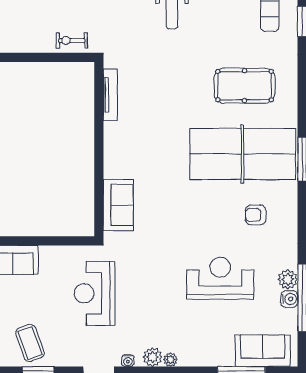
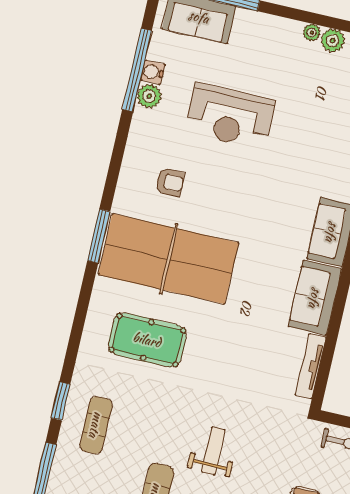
sofa: (119, 150) -> (315, 298), added

